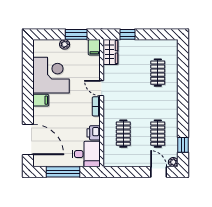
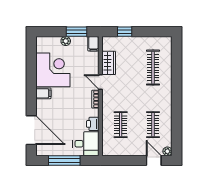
wardrobe: (110, 52) -> (109, 63), moved
clothes rail: (158, 73) -> (153, 68), width x1.36
window: (183, 145) -> (177, 135), removed

